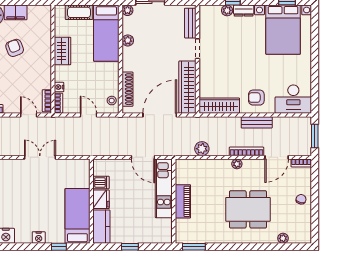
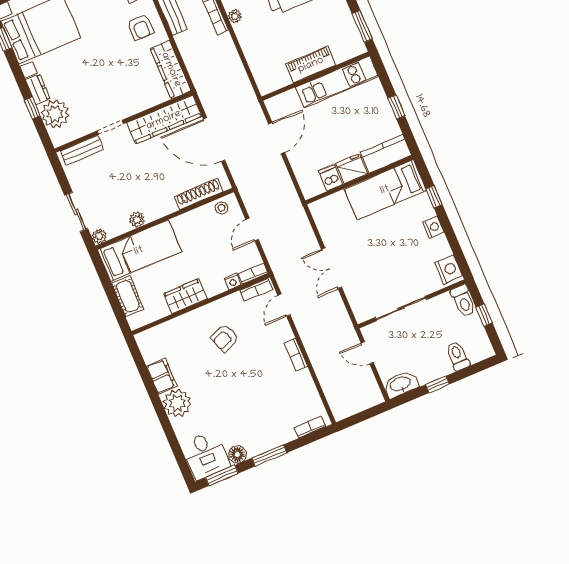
plant: (227, 10) -> (55, 114), width x1.87, depth x1.87
armchair: (15, 48) -> (225, 338), moved
plant: (202, 149) -> (234, 68), removed
kitchen unit: (164, 188) -> (337, 82), moved

